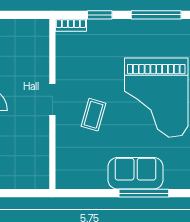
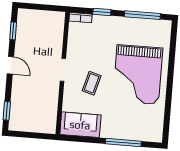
sofa: (136, 173) -> (80, 125), moved

